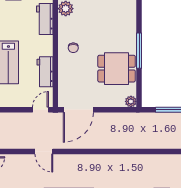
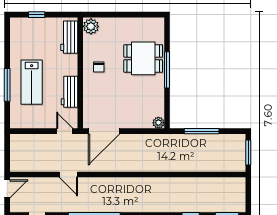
dining table: (117, 69) -> (143, 58), moved
door: (40, 110) -> (65, 131), hinge flipped

